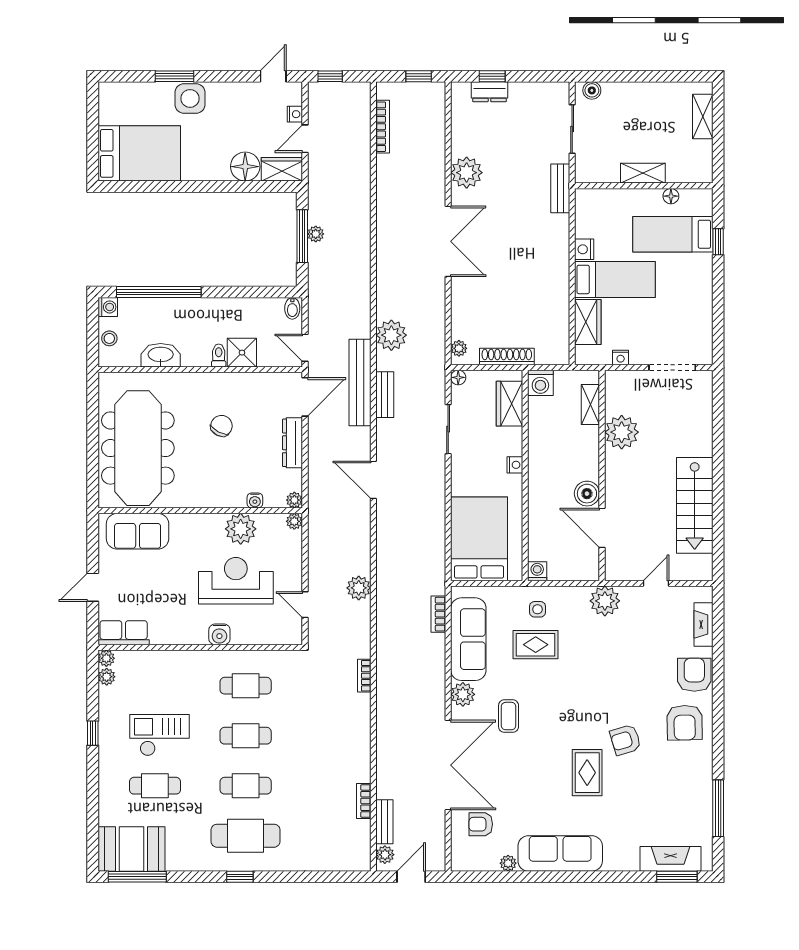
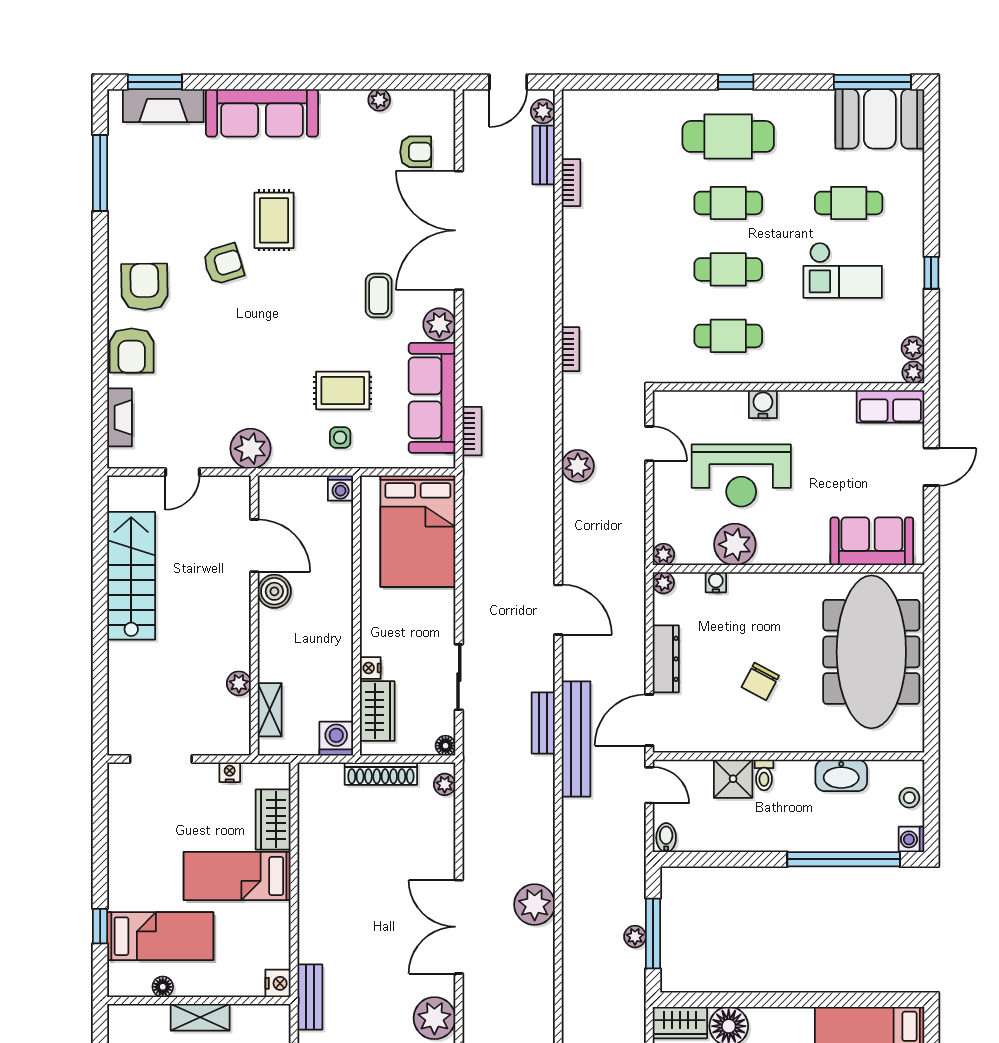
nightstand: (584, 249) -> (278, 983), moved
plant: (391, 335) -> (535, 905), moved
plant: (622, 432) -> (239, 683), width x0.53, depth x0.53
nightstand: (515, 465) -> (370, 668), moved
sofa: (560, 853) -> (262, 113), moved

